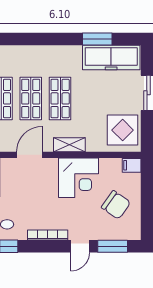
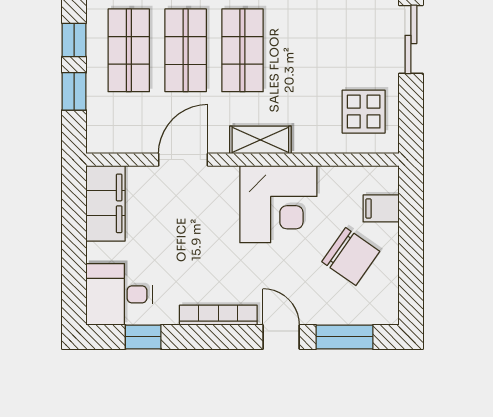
display table: (123, 130) -> (364, 112), width x0.73, depth x0.73
filing cabinet: (132, 165) -> (381, 208), moved
door: (80, 246) -> (281, 337), swing flipped

